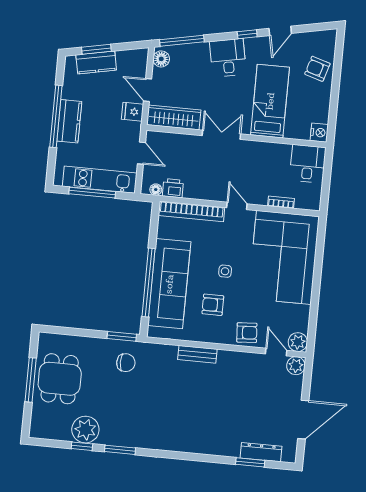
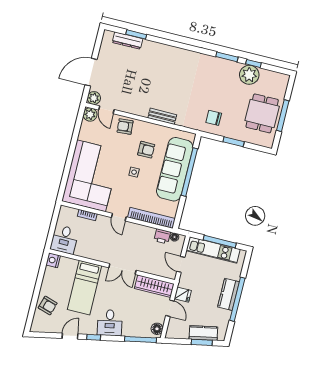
window: (122, 336) -> (234, 142), moved
door: (303, 420) -> (91, 72), moved

